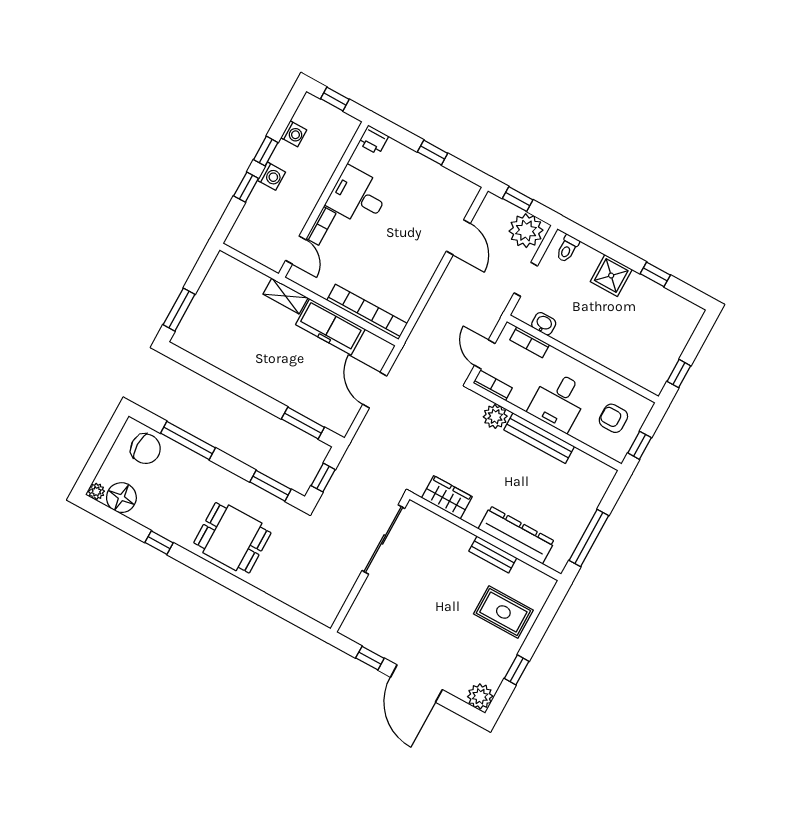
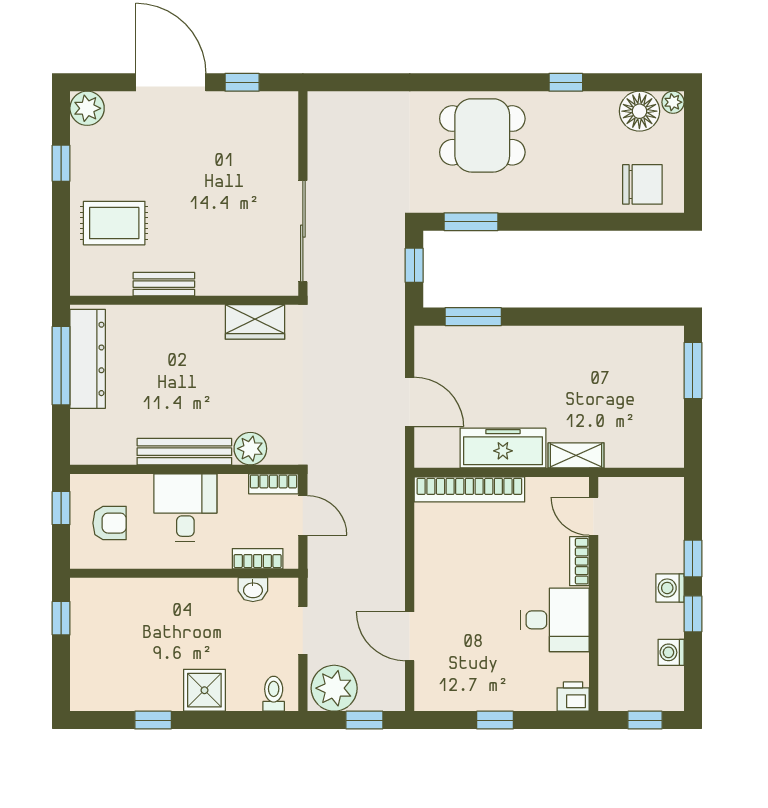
window: (188, 440) -> (598, 222), removed
chair: (146, 449) -> (642, 184), turned 180
dresser: (516, 535) -> (88, 359), moved, turned -90

